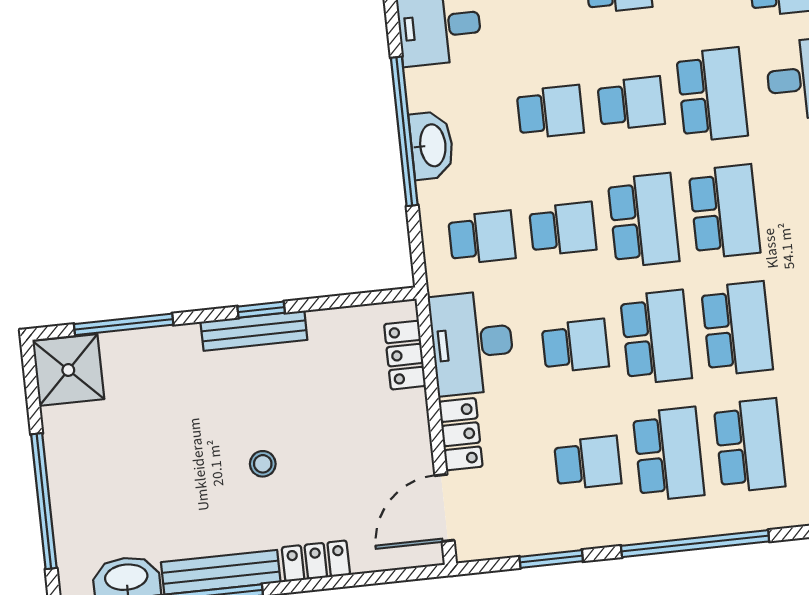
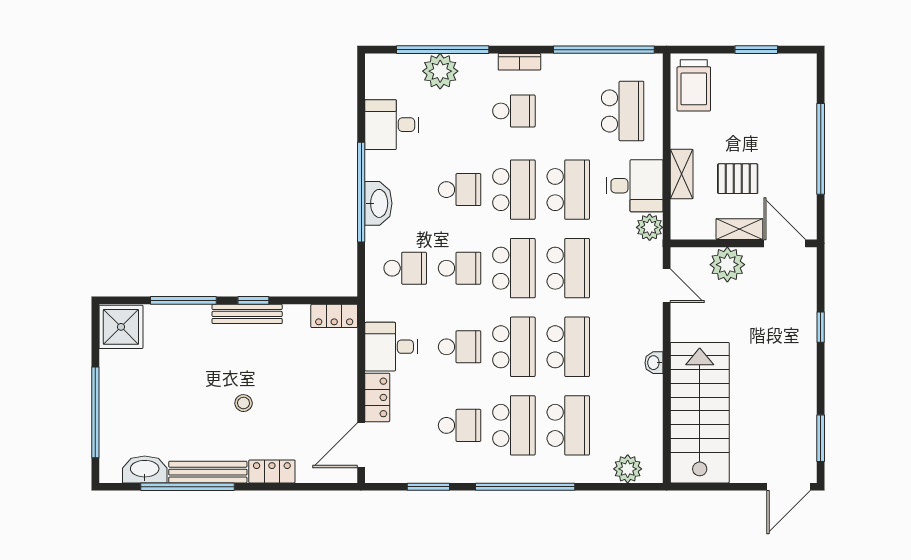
school desk: (631, 103) -> (514, 190), width x1.85
window: (124, 324) -> (183, 300), moved
desk: (472, 343) -> (391, 347), width x0.73
locker: (405, 355) -> (334, 316), moved, turned -90

